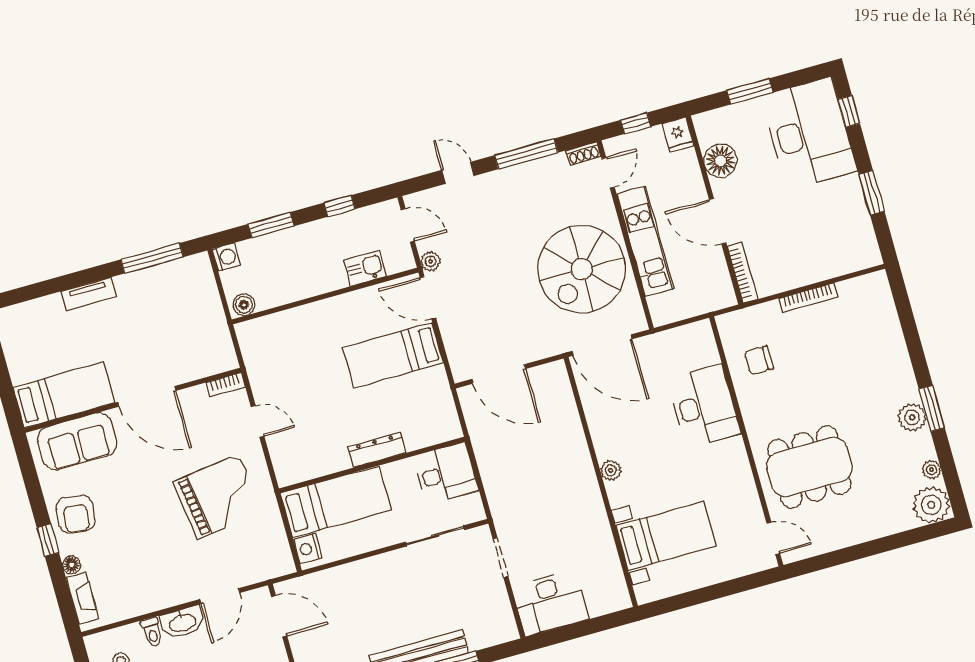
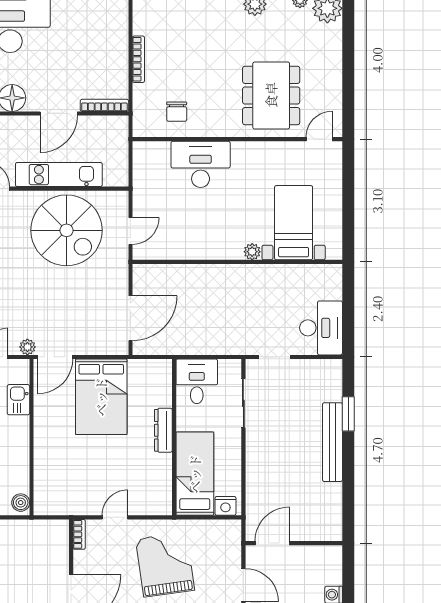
door: (602, 345) -> (130, 231), width x0.53
bed: (393, 355) -> (101, 397), width x1.50
plant: (611, 470) -> (252, 252), moved

